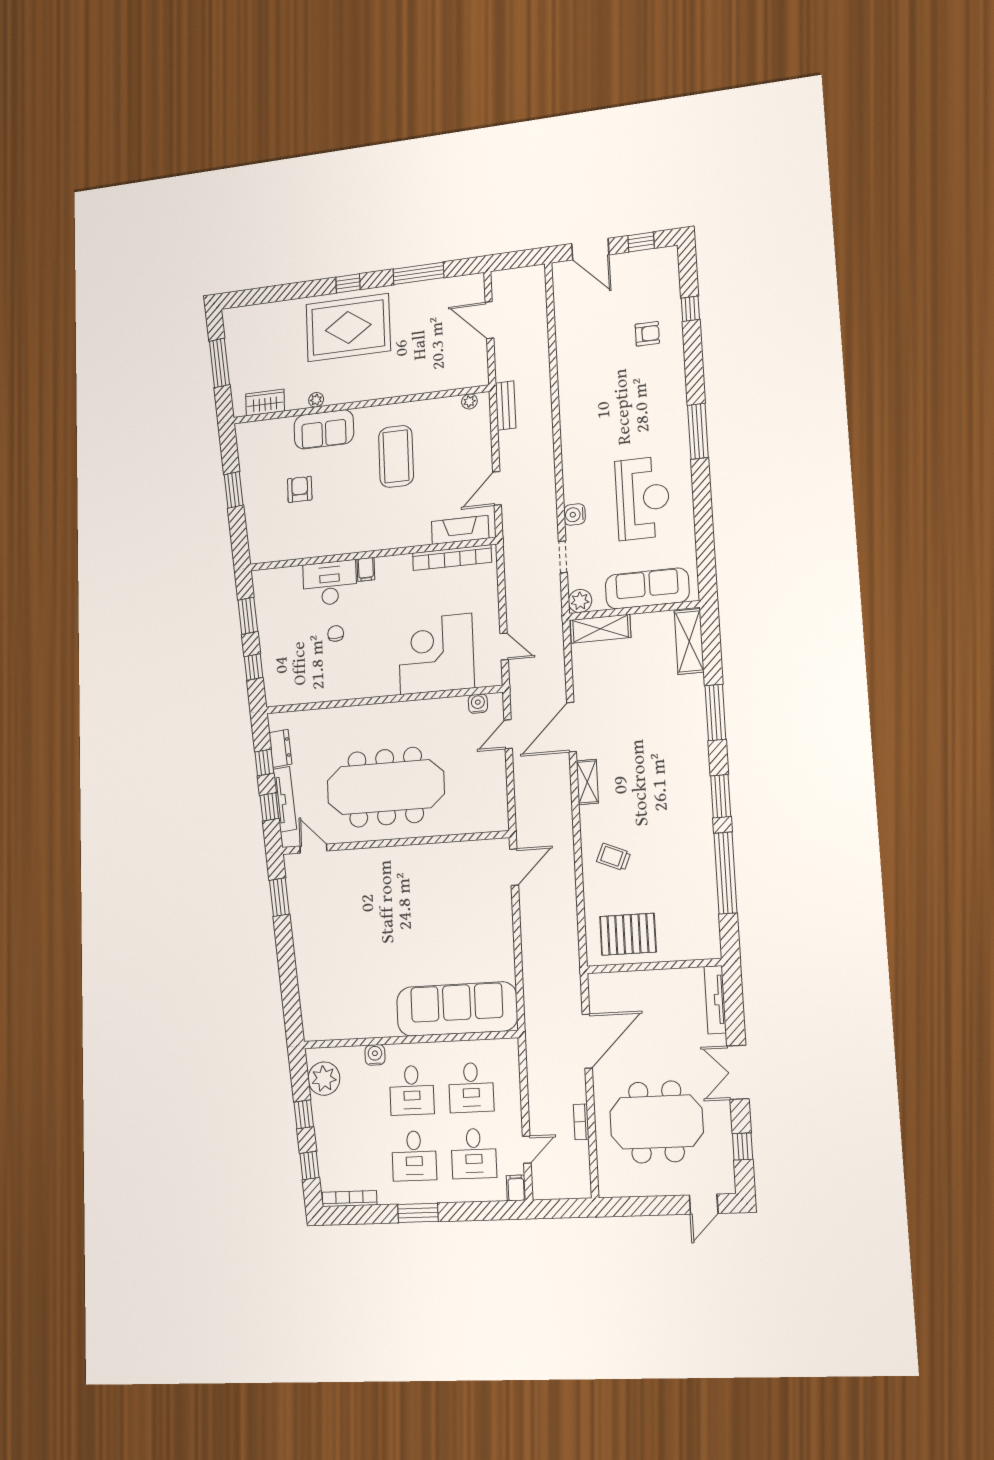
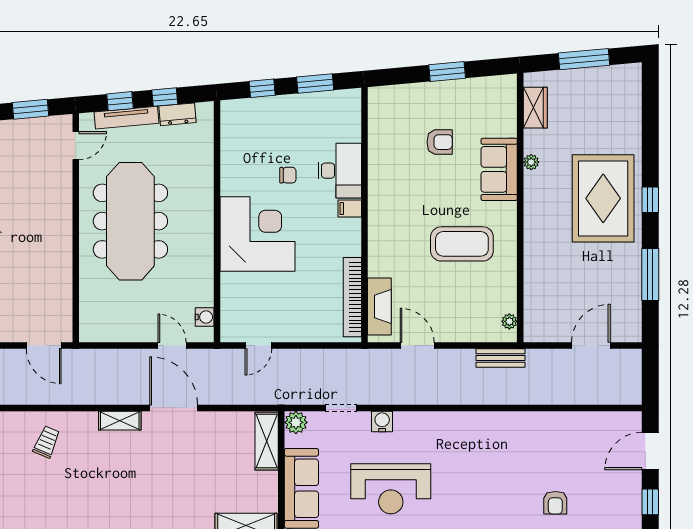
corner desk: (436, 654) -> (257, 234), moved

